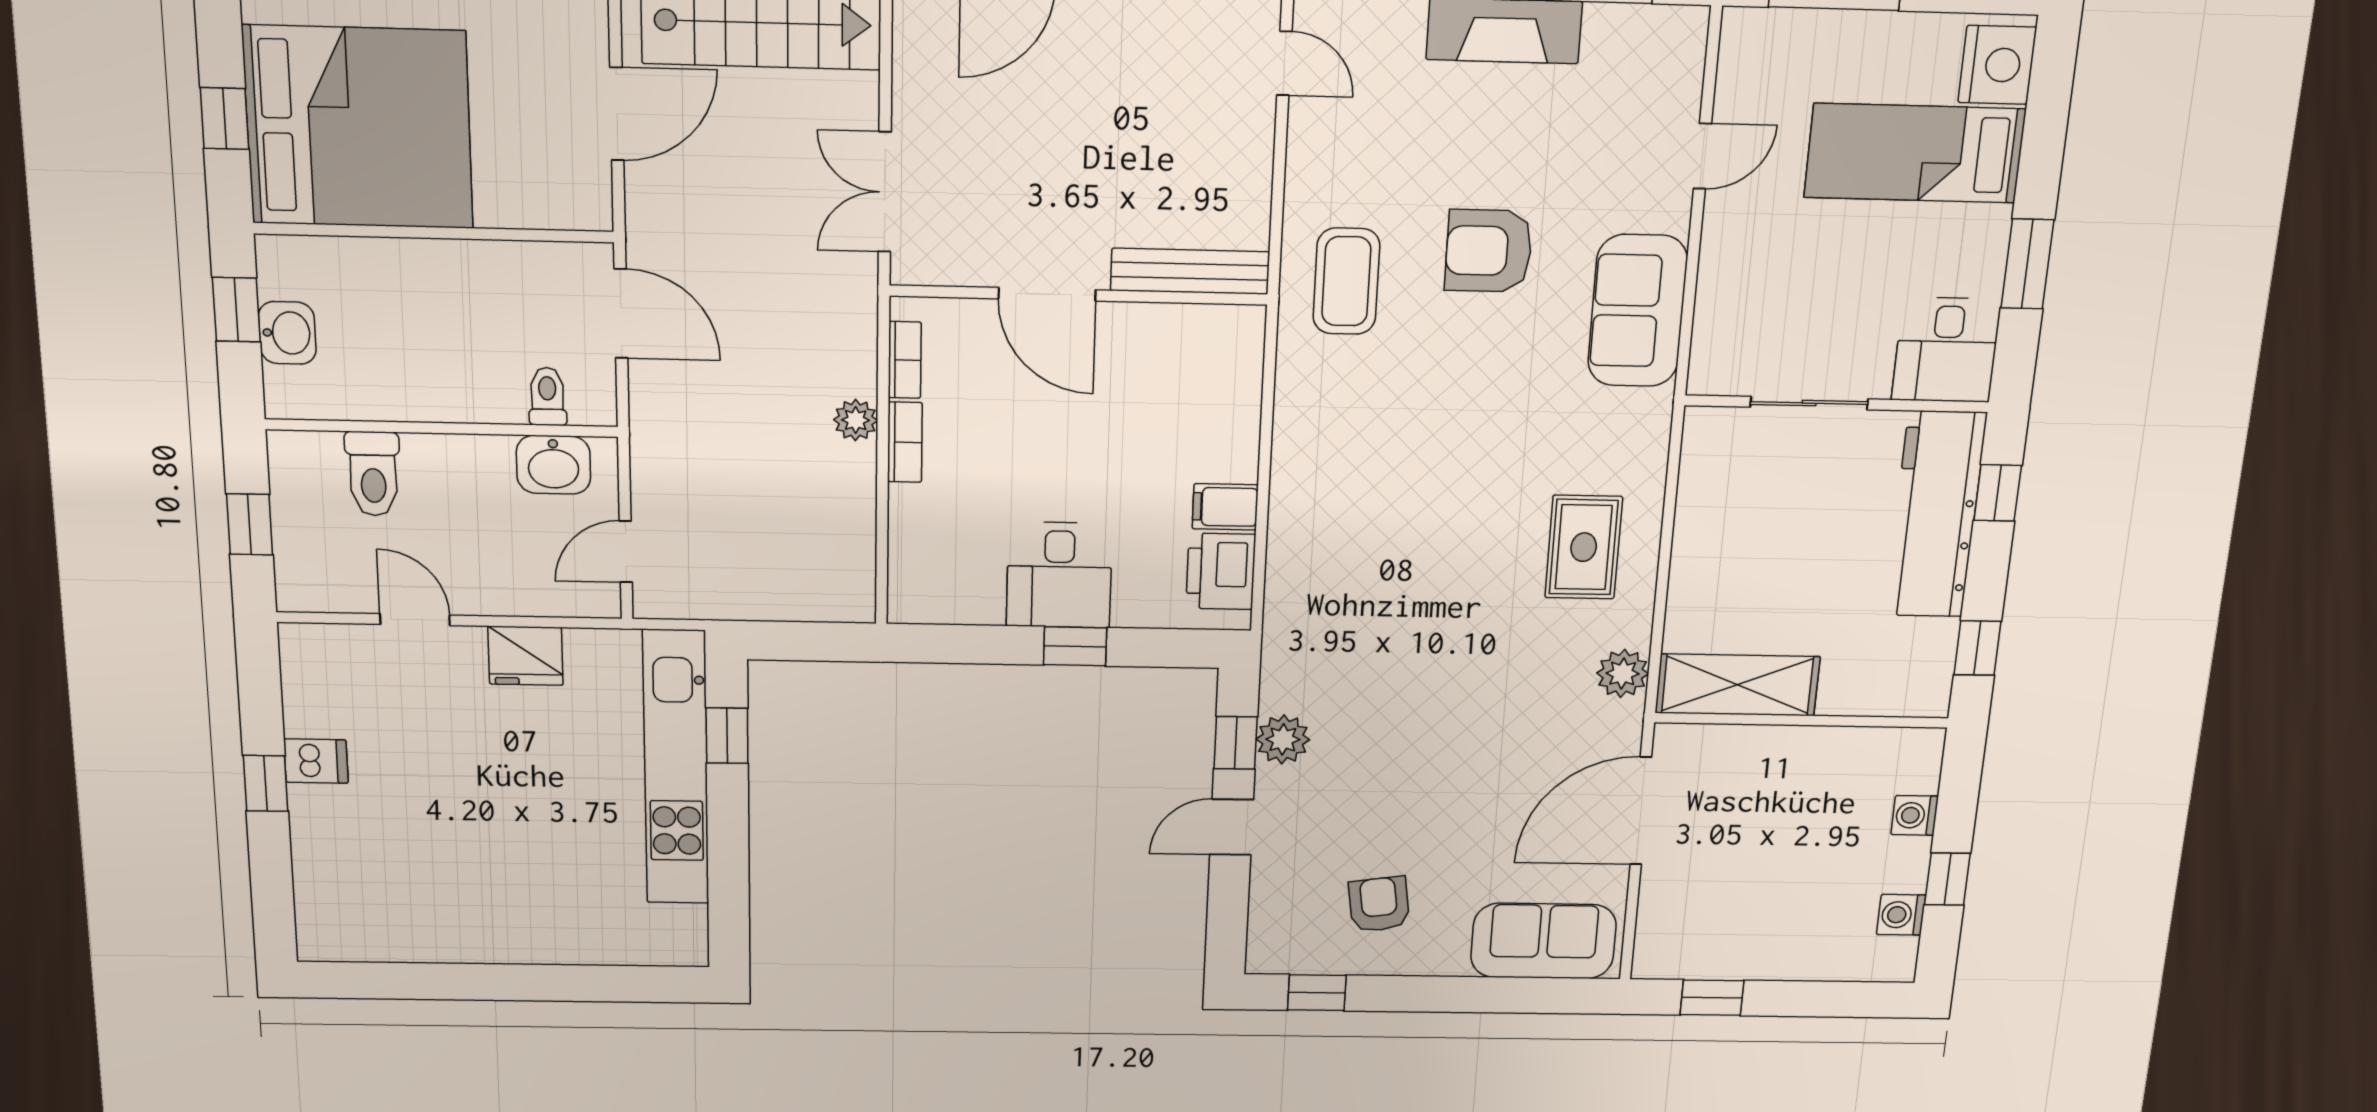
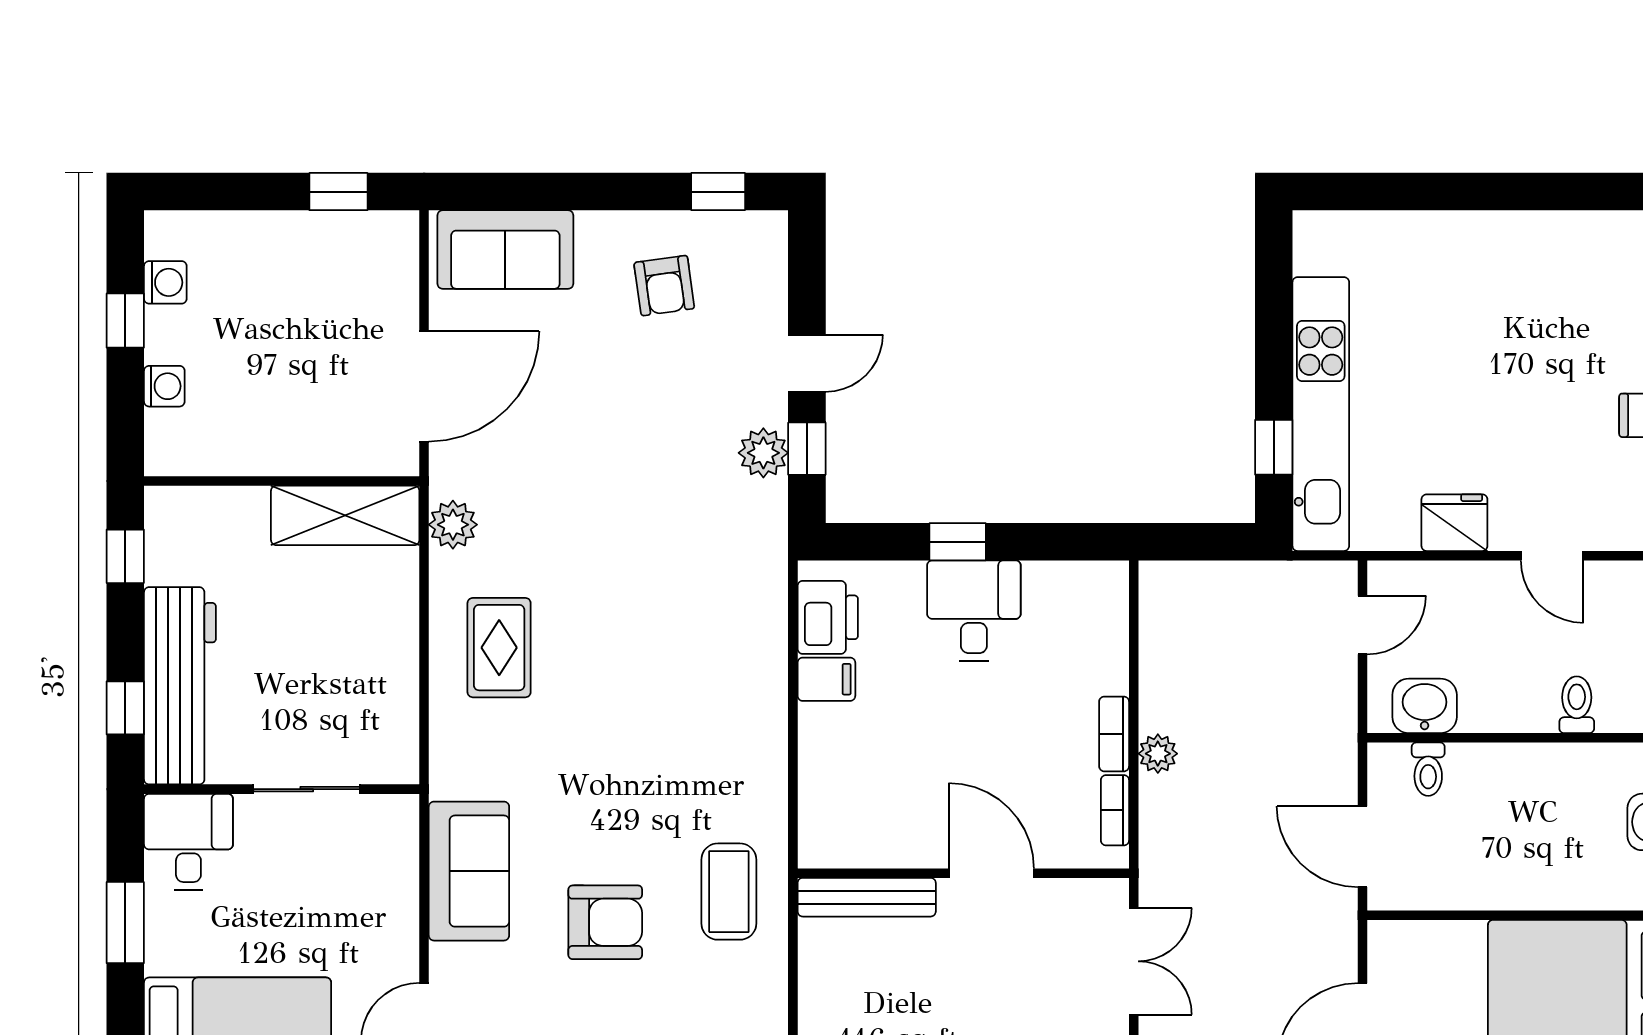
toilet: (373, 474) -> (1577, 705), width x0.73, depth x0.72

